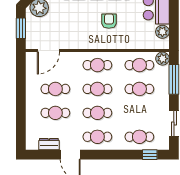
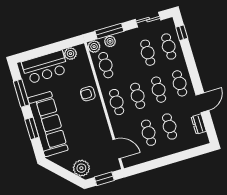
armchair: (109, 21) -> (88, 94), moved
plant: (163, 77) -> (110, 41), added
cafe table: (139, 89) -> (148, 53), moved

